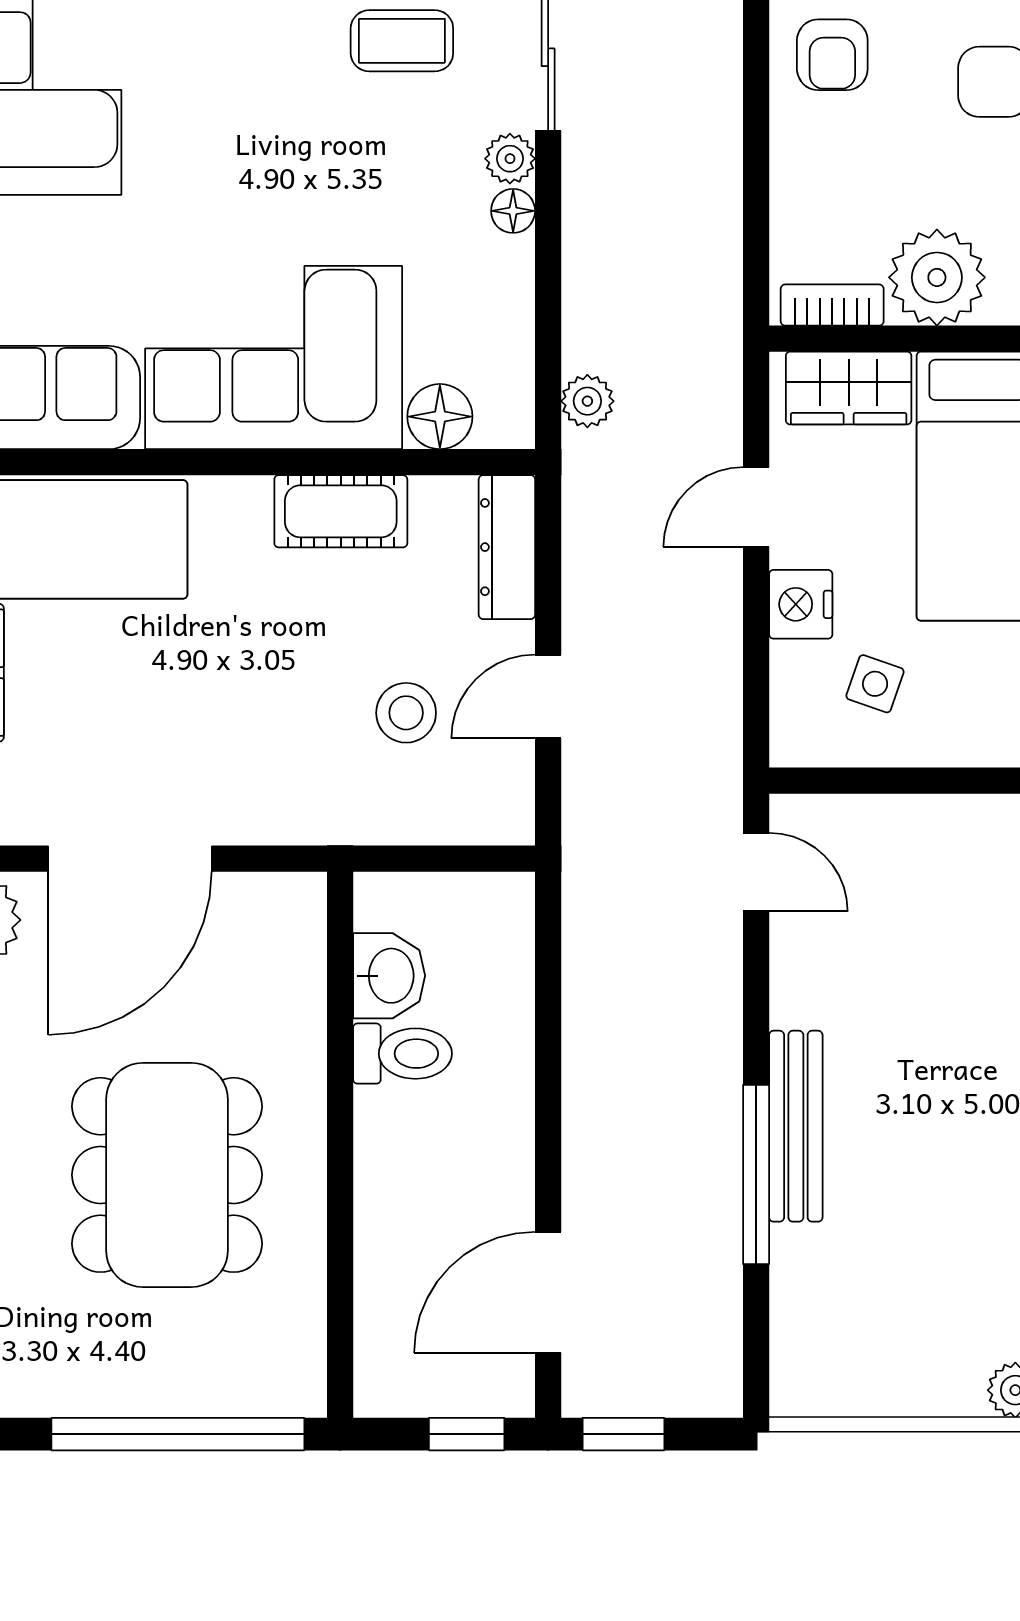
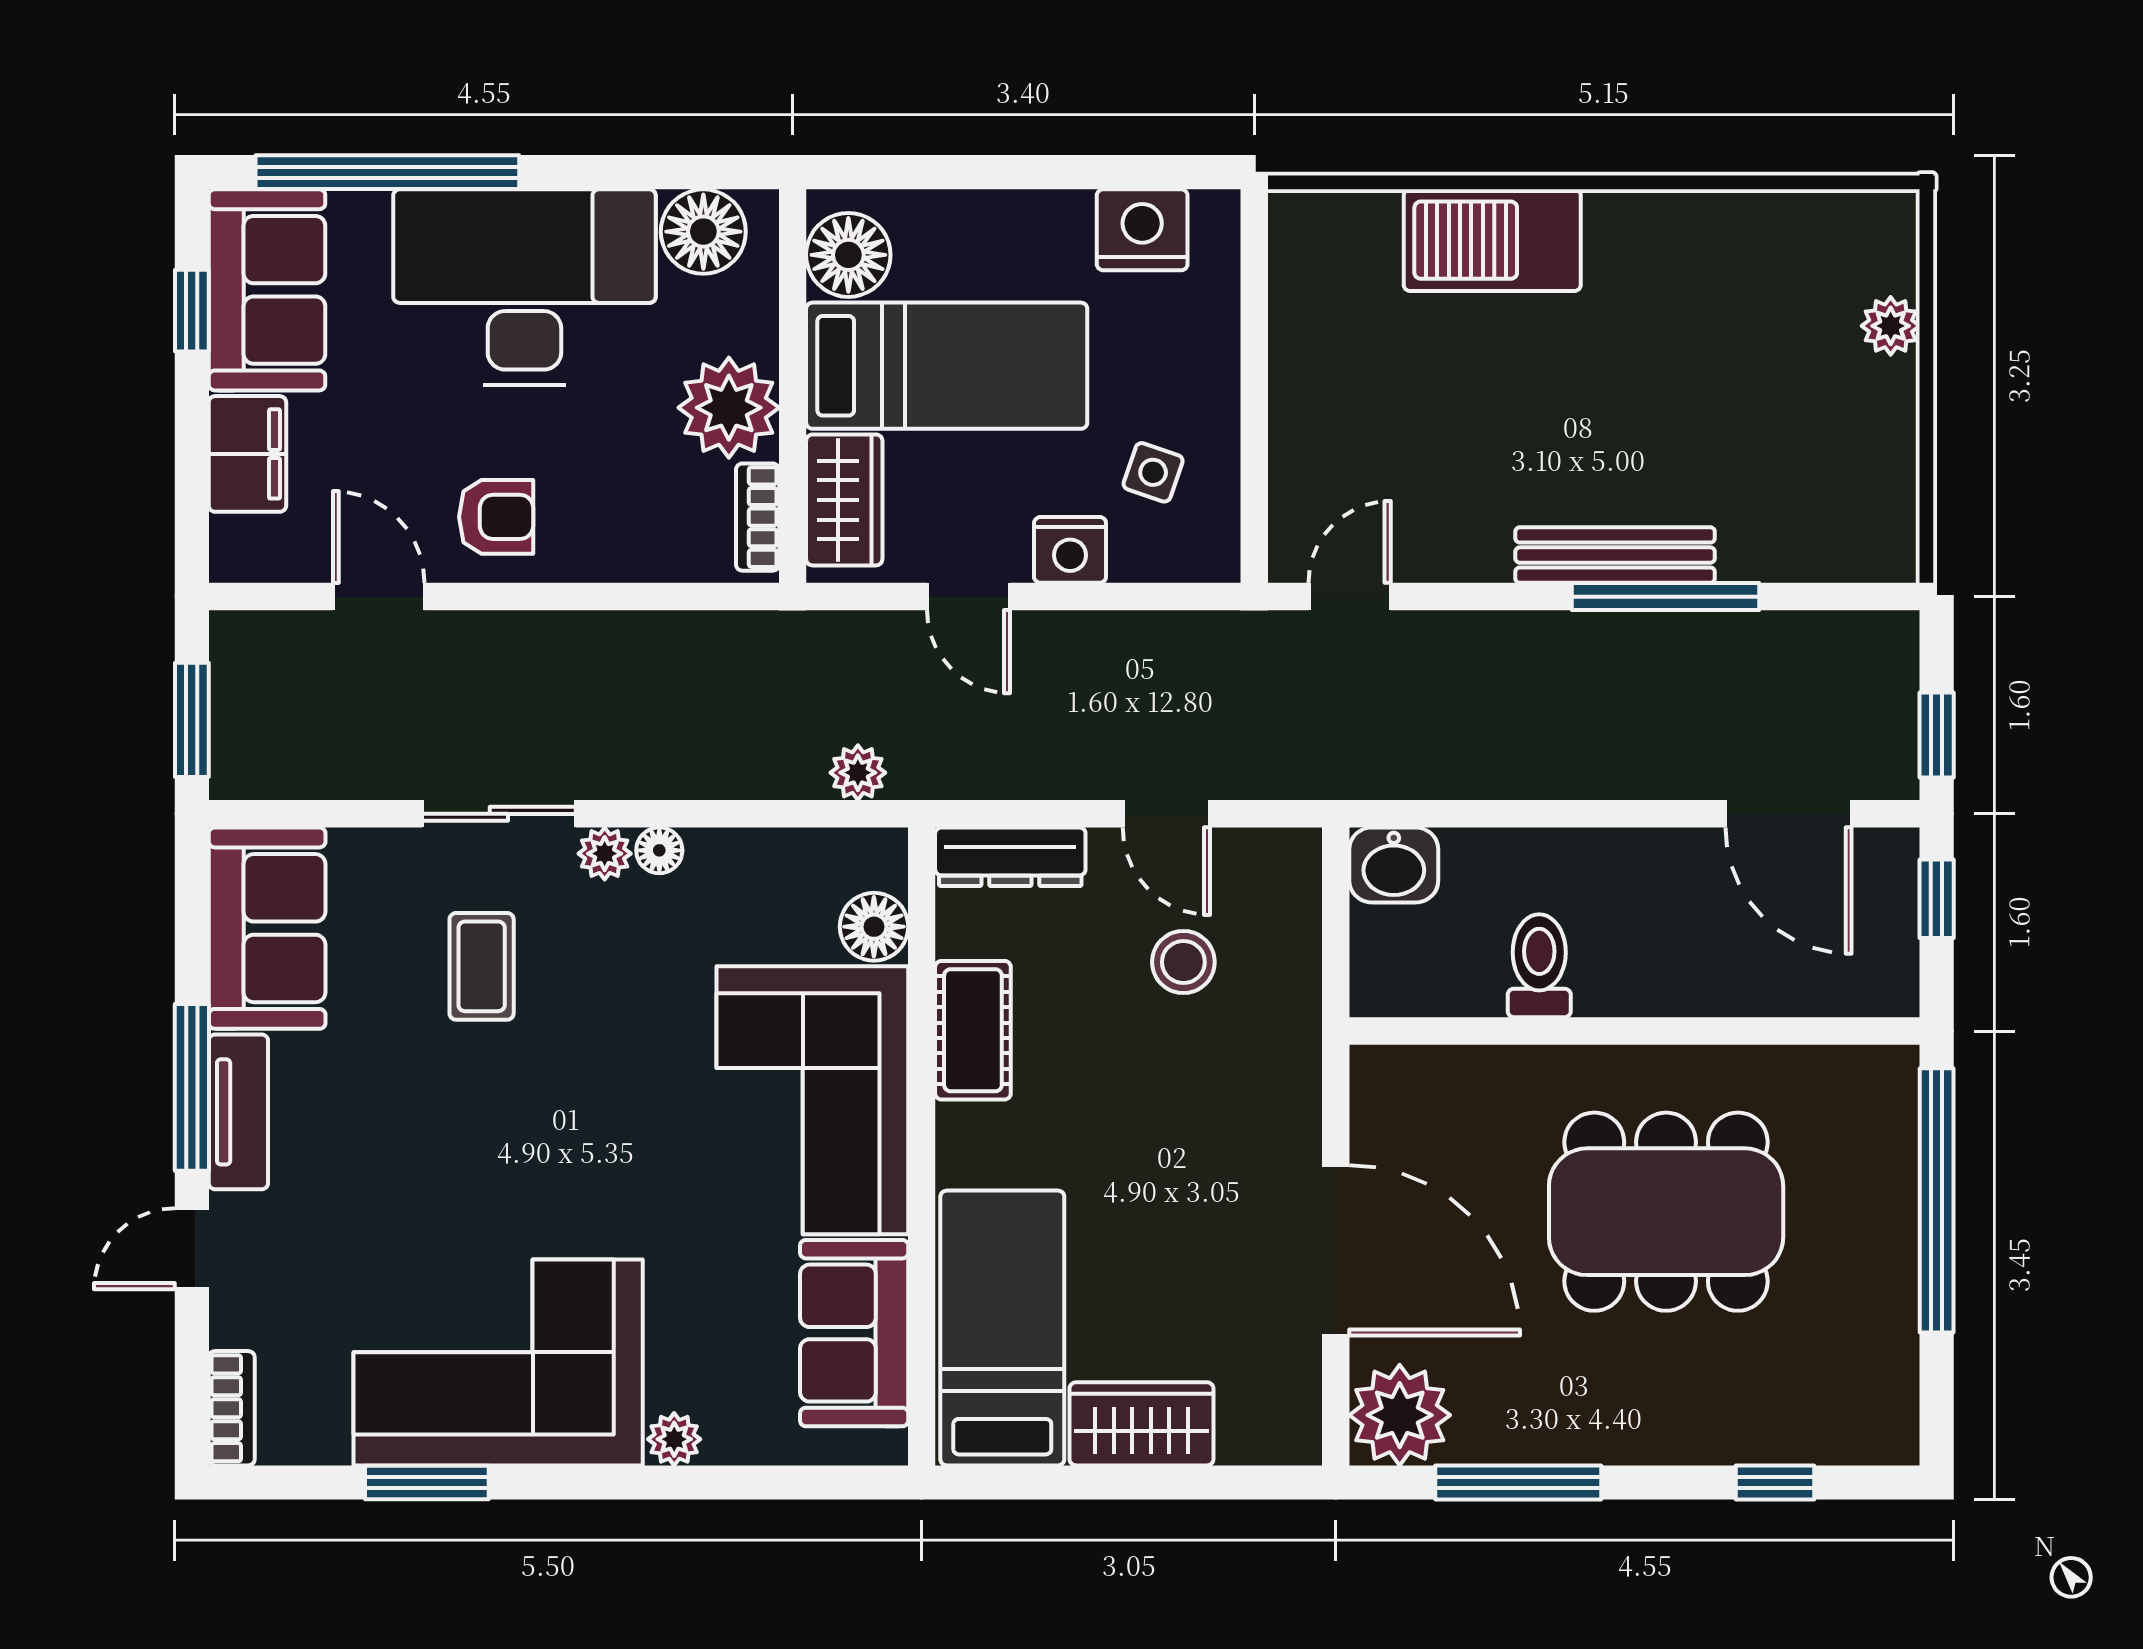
washbasin: (389, 976) -> (1394, 865), moved, turned 180

